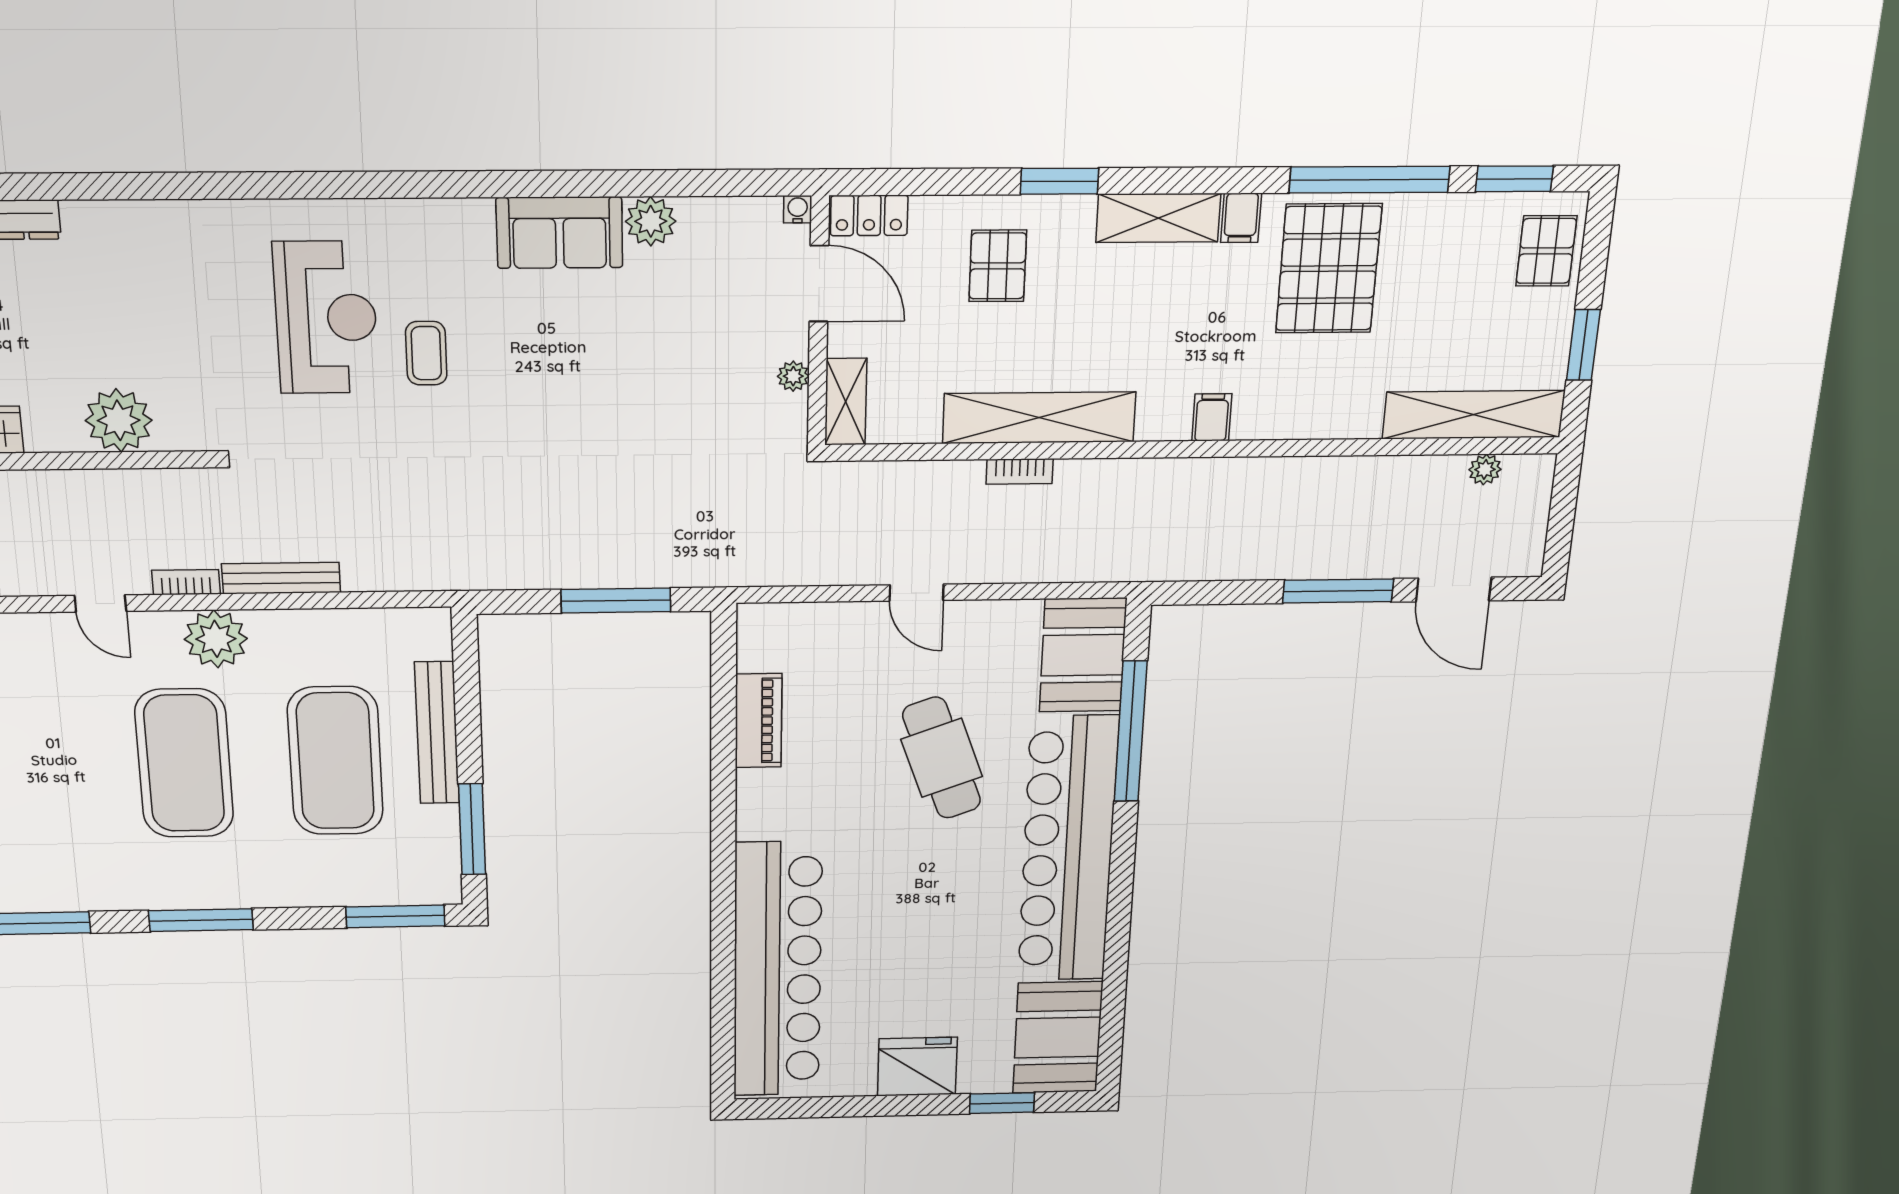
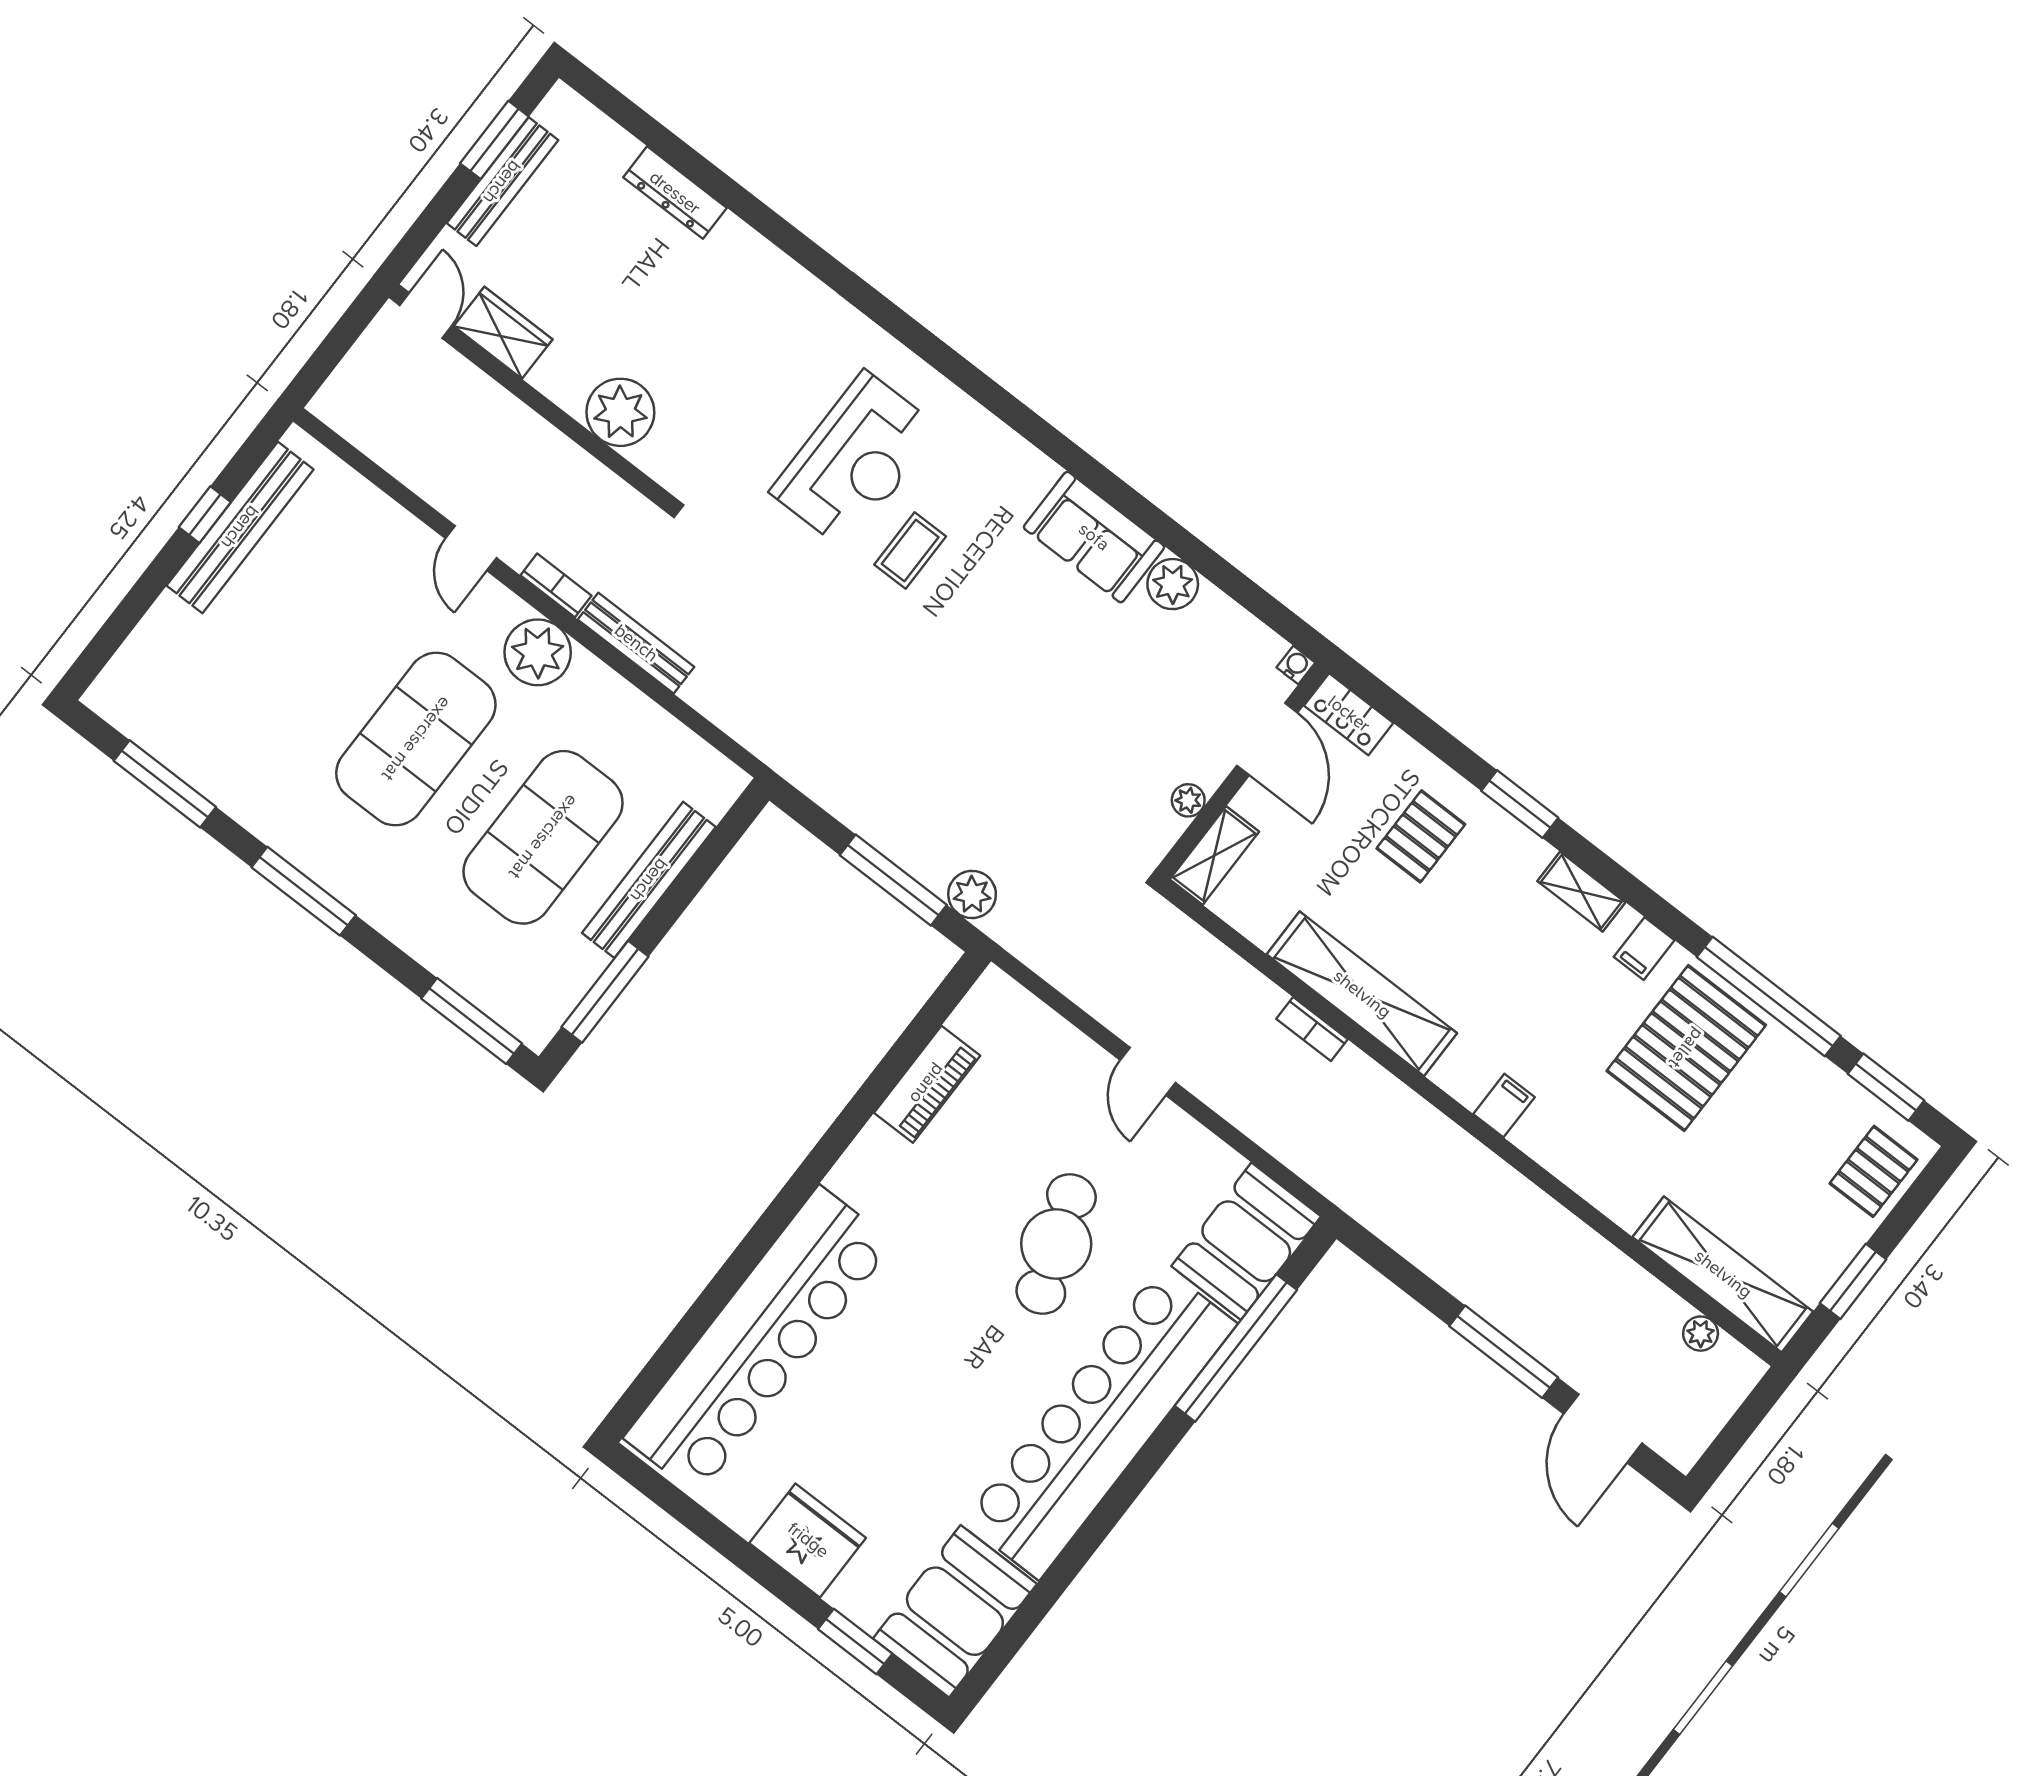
shelving: (1158, 218) -> (1581, 892), width x0.67, depth x0.75
plant: (683, 567) -> (972, 894), added

